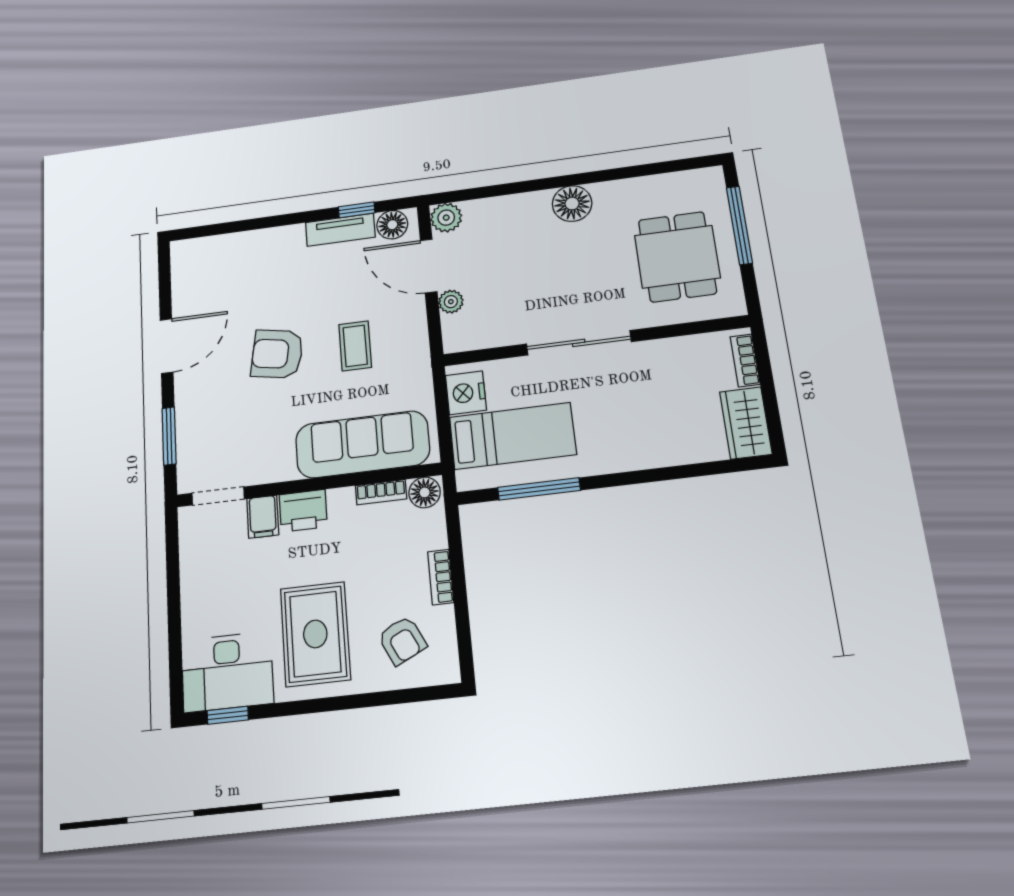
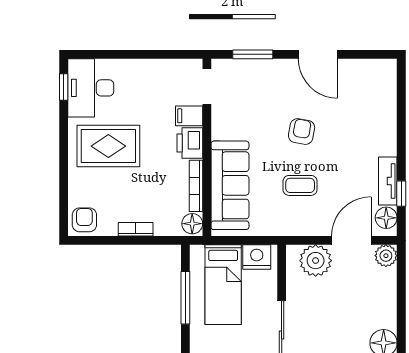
plant: (451, 302) -> (316, 261), width x1.88, depth x1.88
armchair: (277, 354) -> (302, 132), width x0.72, depth x0.72
bookcase: (381, 492) -> (196, 186), width x1.56
armchair: (402, 640) -> (84, 220), moved, turned 116

